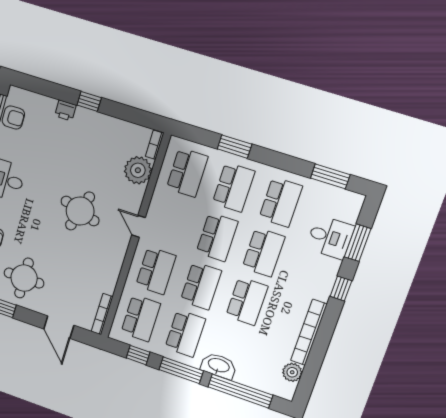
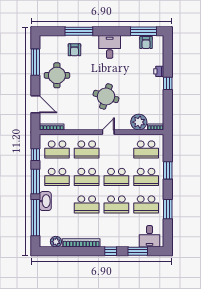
window: (330, 176) -> (168, 209), moved
desk: (330, 237) -> (150, 236), moved
door: (59, 327) -> (35, 104), swing flipped

